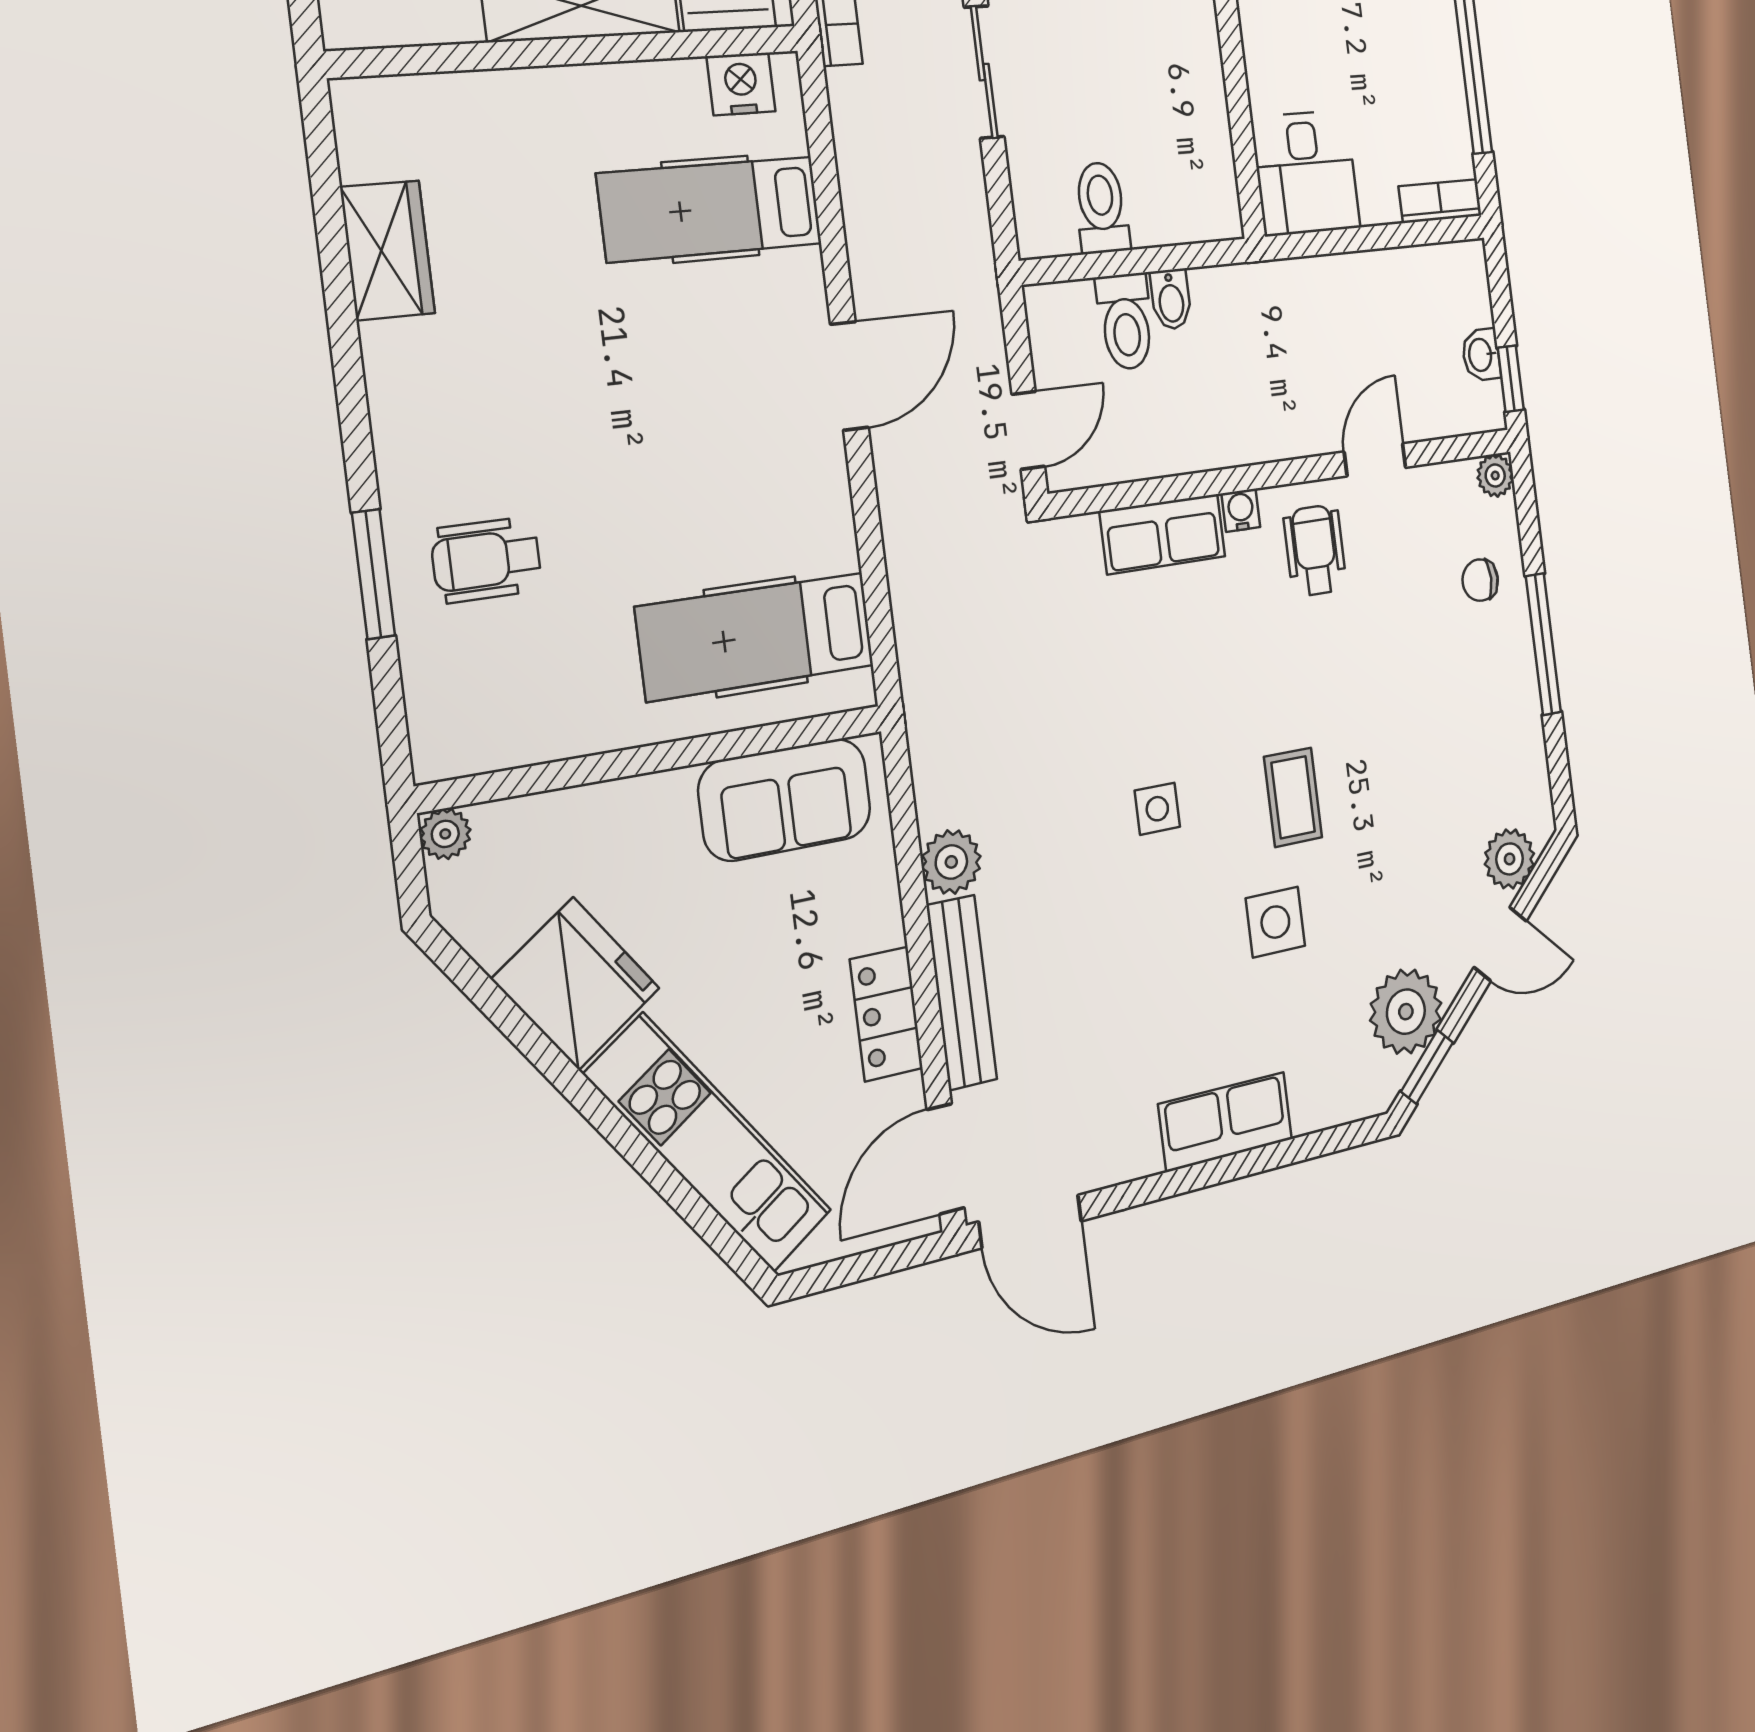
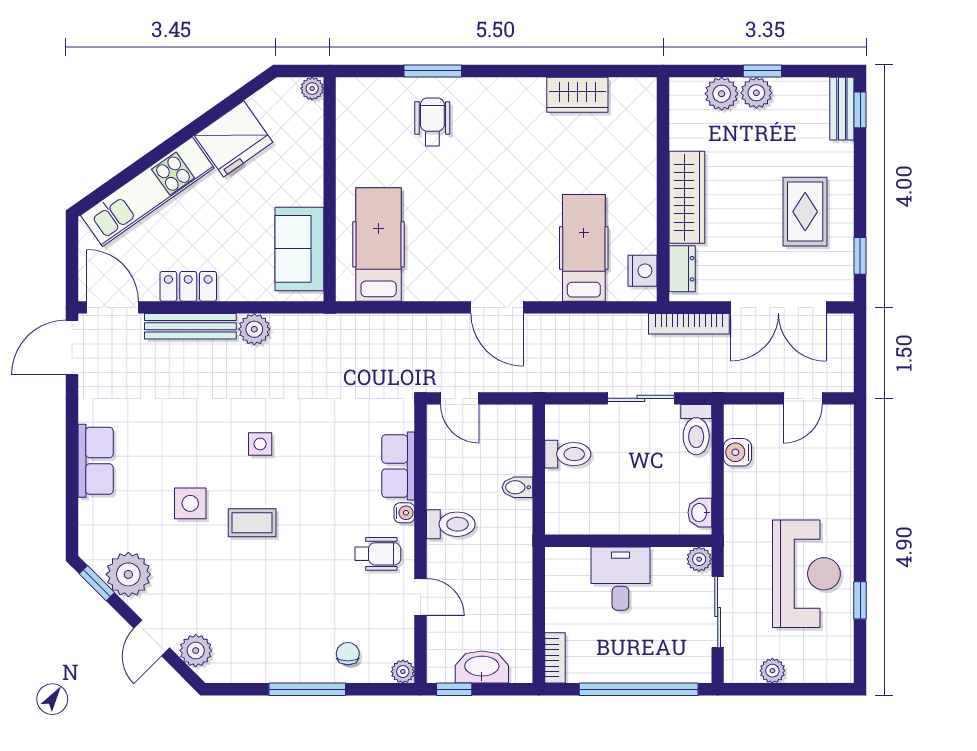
desk: (1306, 173) -> (620, 579), moved, turned 90
toilet: (1126, 322) -> (451, 524), moved, turned 180
washbasin: (1481, 355) -> (482, 667), width x1.91, depth x1.45

